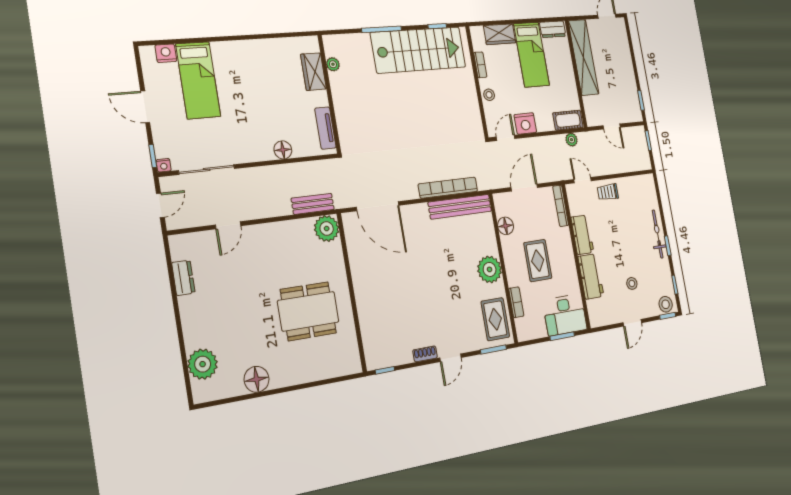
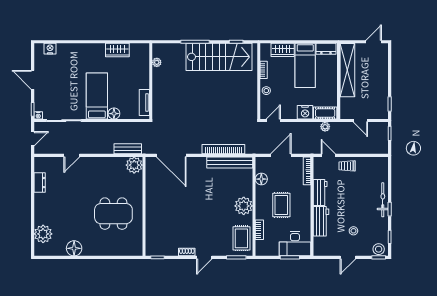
wardrobe: (313, 72) -> (117, 50), moved, turned -90
bed: (198, 80) -> (97, 96), moved, turned 180
nightstand: (525, 123) -> (305, 112), moved

